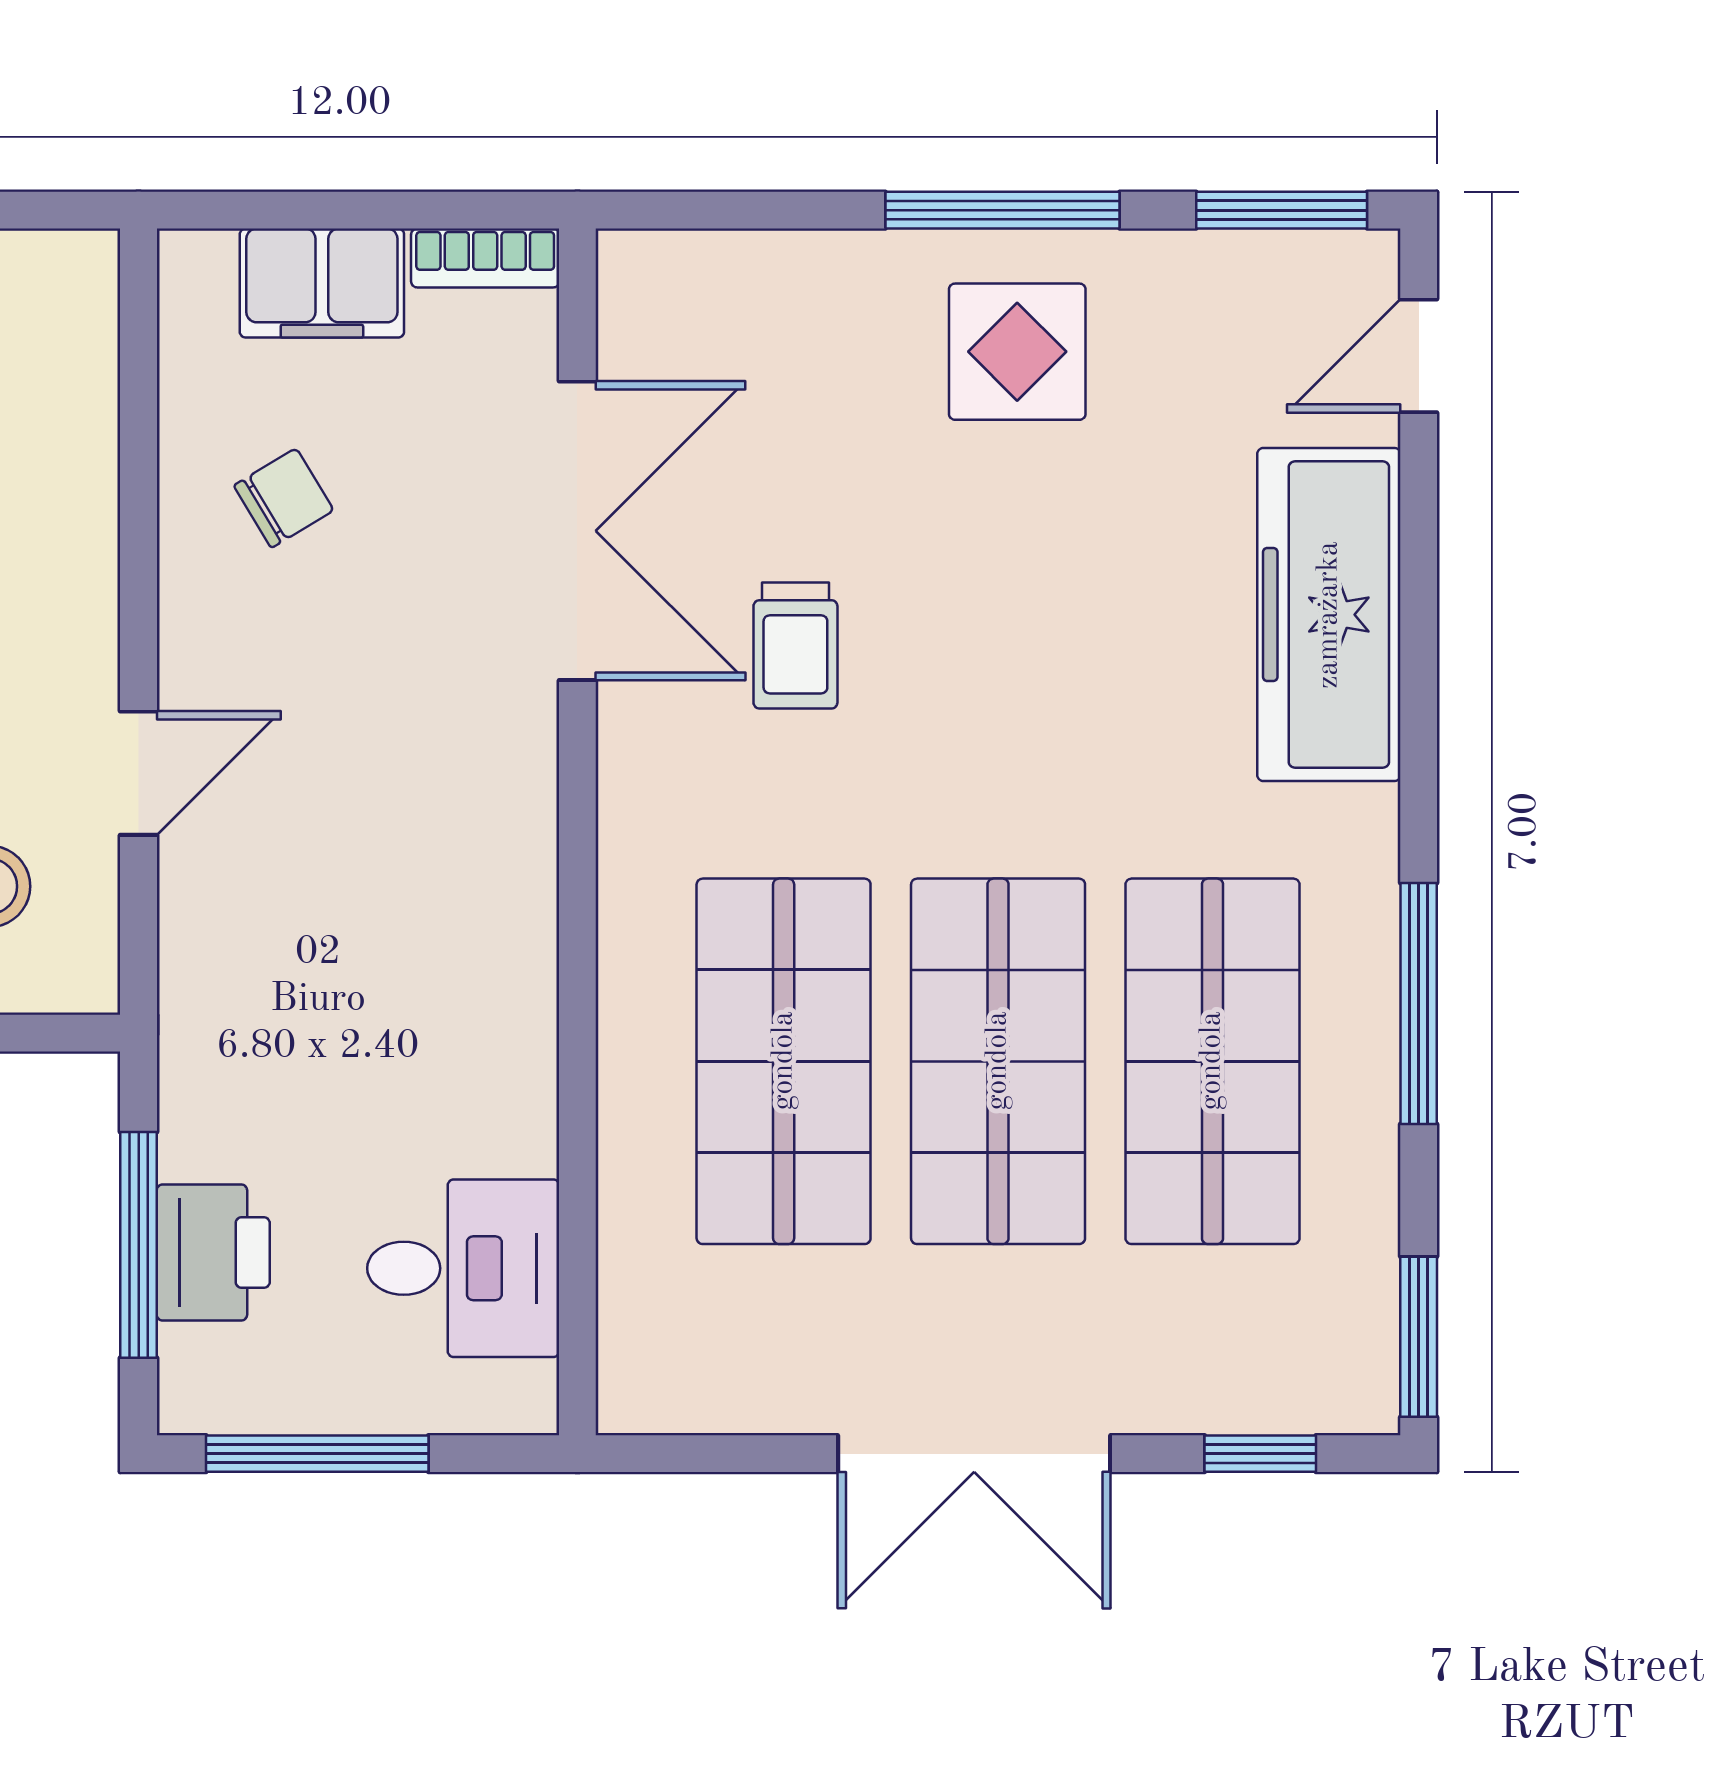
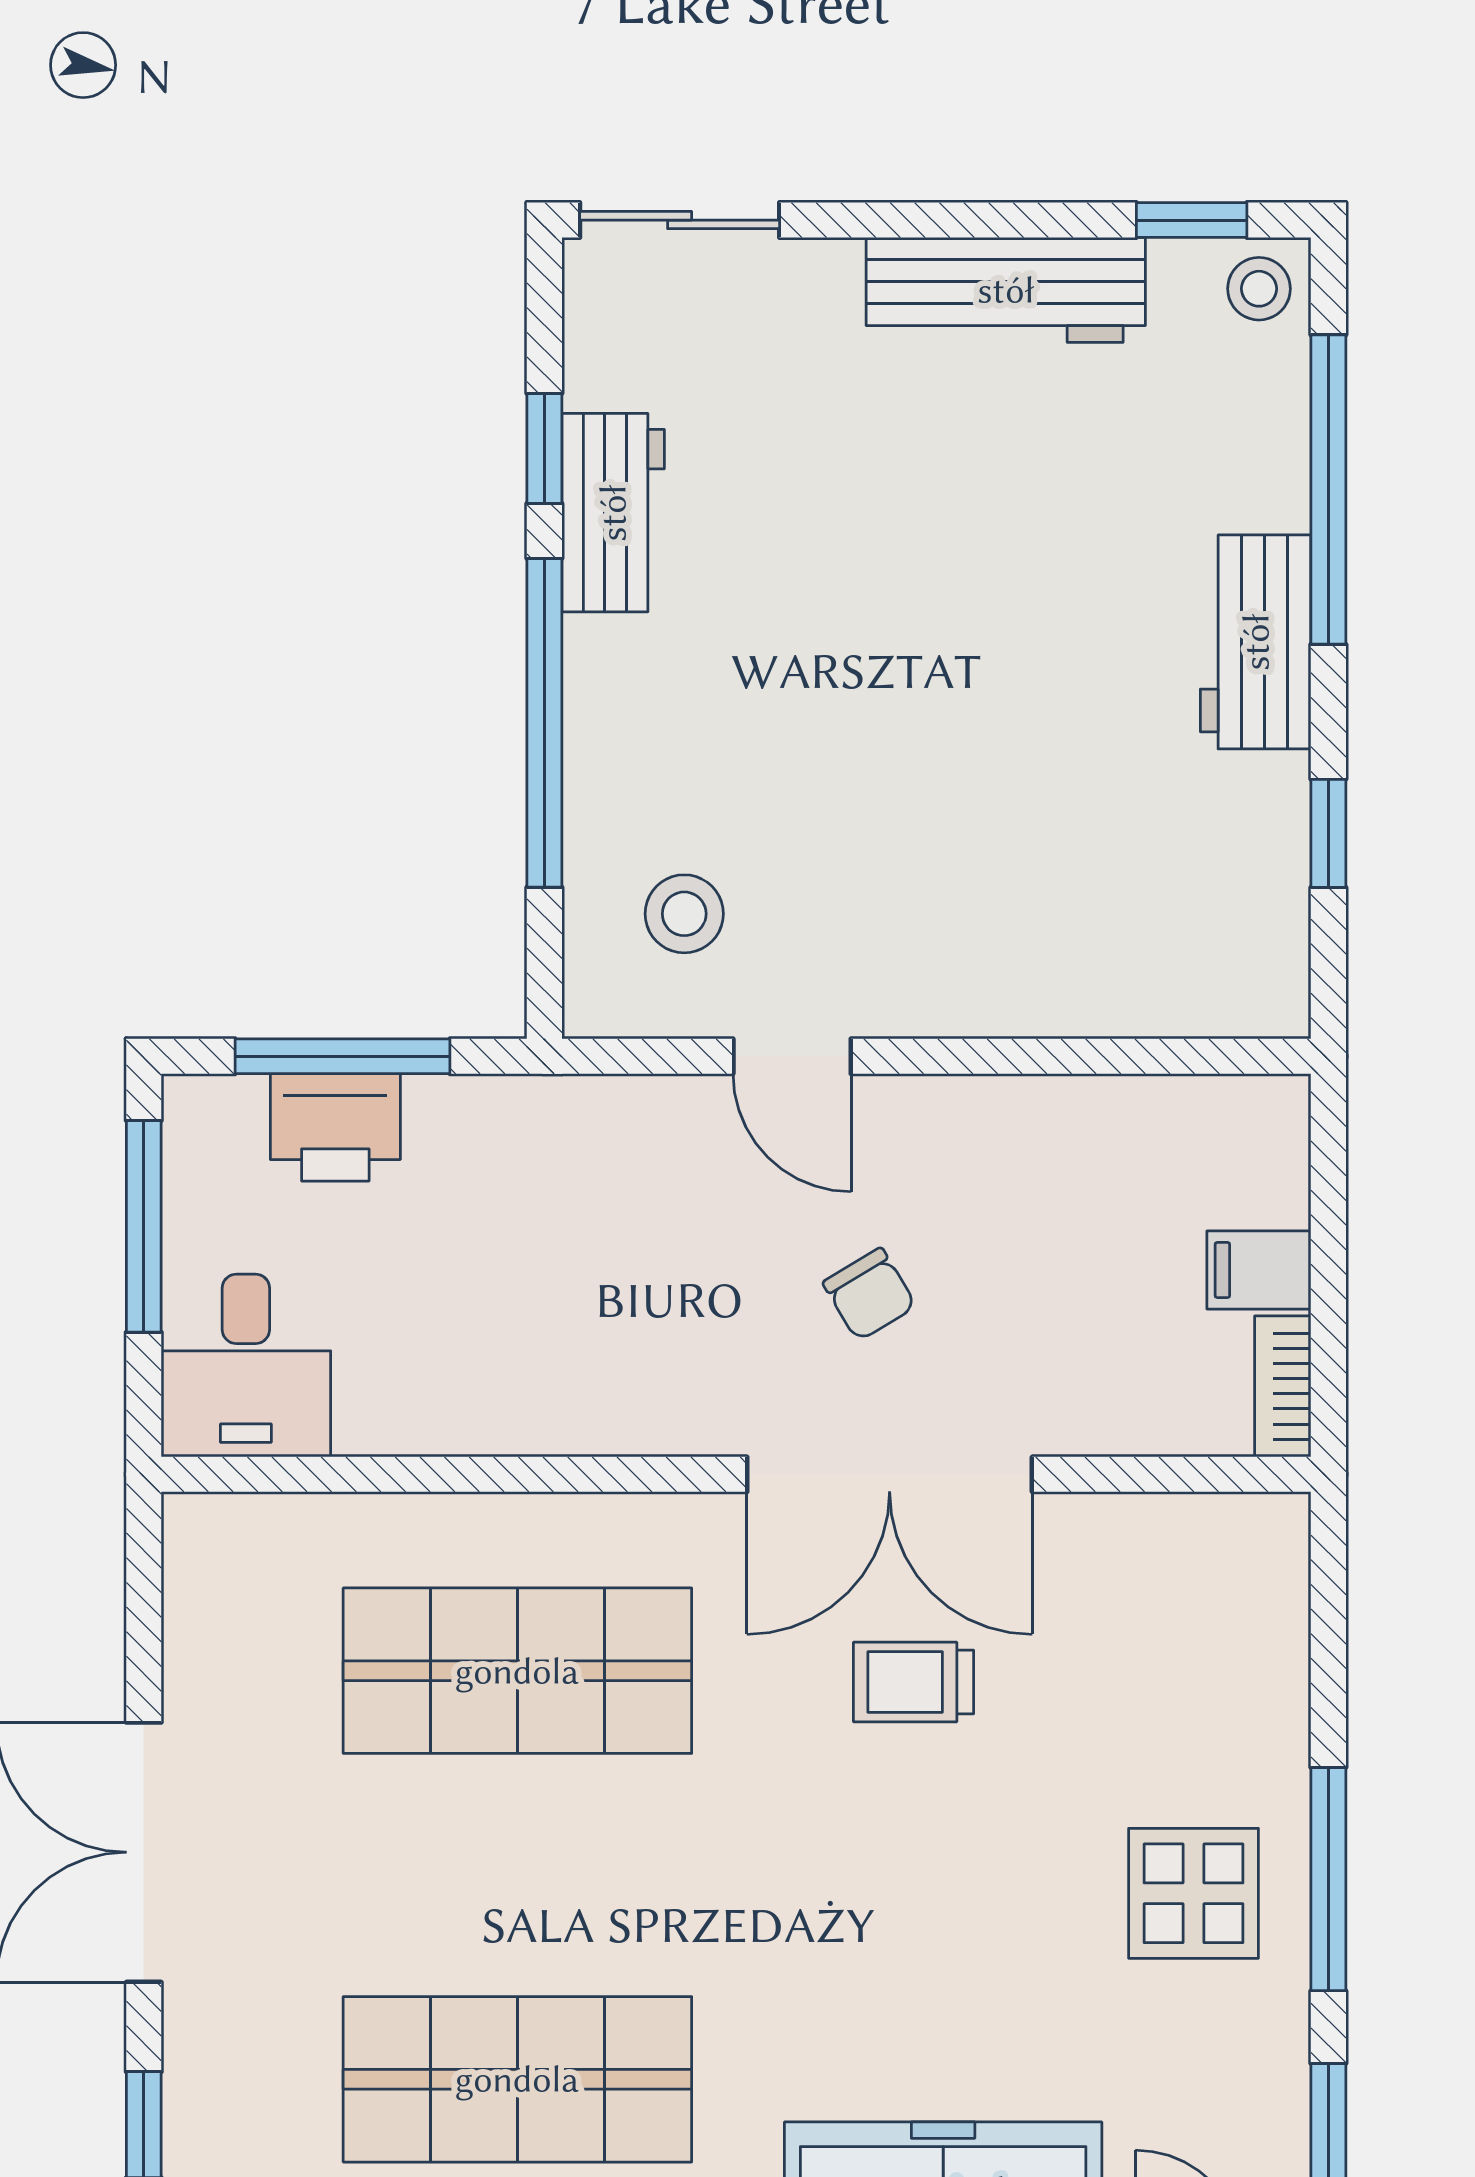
filing cabinet: (322, 283) -> (1259, 1270), width x0.50
chair: (284, 498) -> (869, 1294), moved
double door: (577, 531) -> (890, 1474), moved
shop shelf: (998, 1061) -> (517, 1875), removed
desk: (463, 1268) -> (246, 1365), moved

